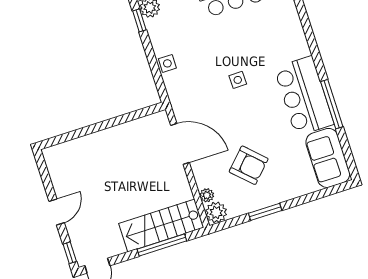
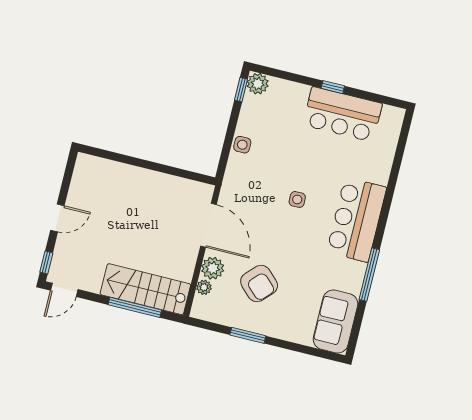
bar counter: (304, 96) -> (357, 220), moved
plant: (216, 212) -> (213, 268), moved

